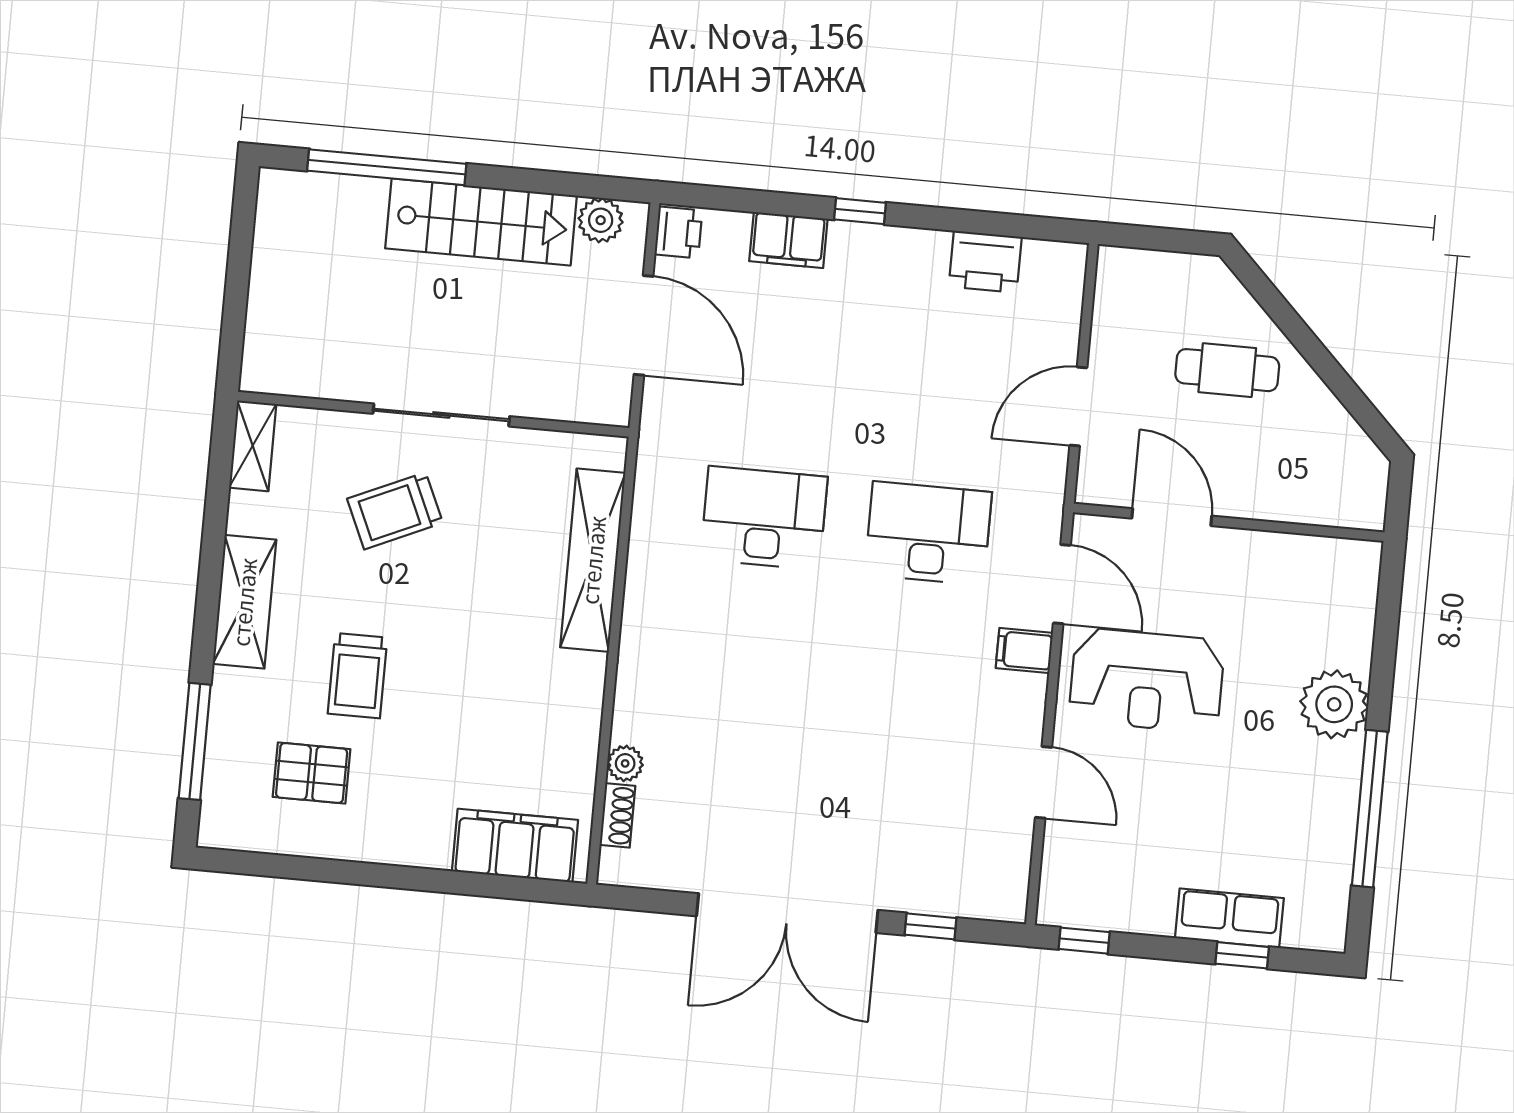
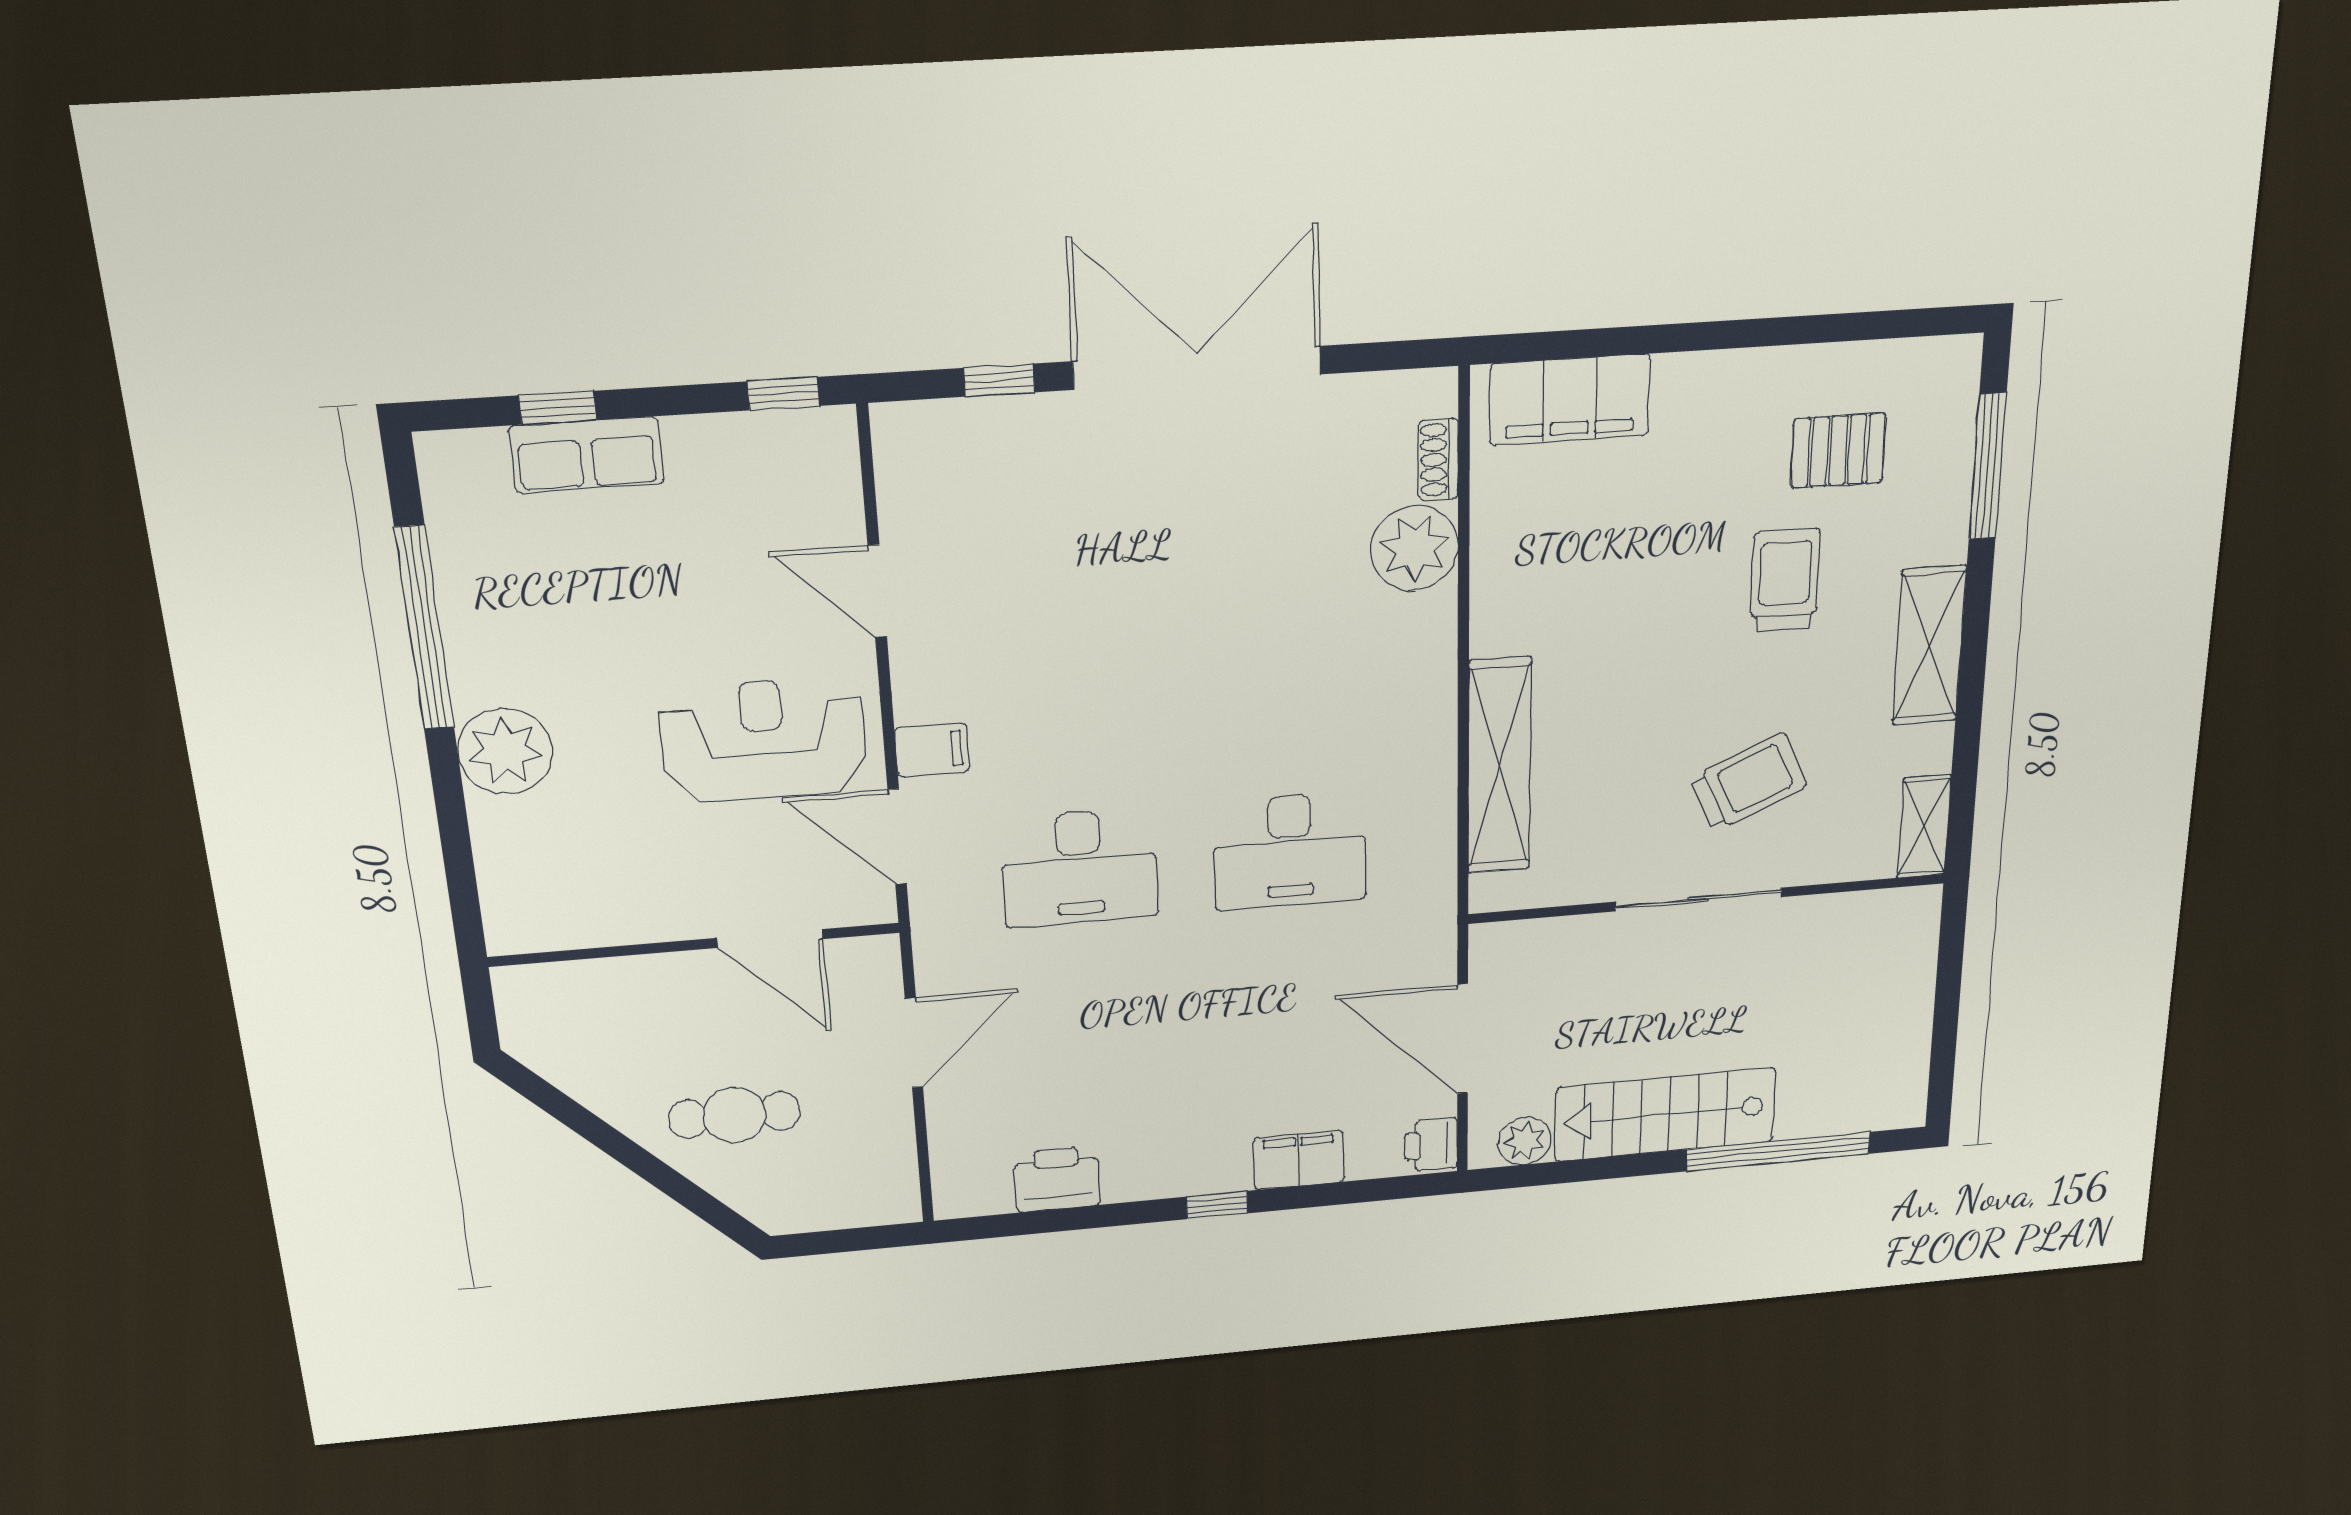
plant: (625, 763) -> (1414, 548), width x1.88, depth x1.88

